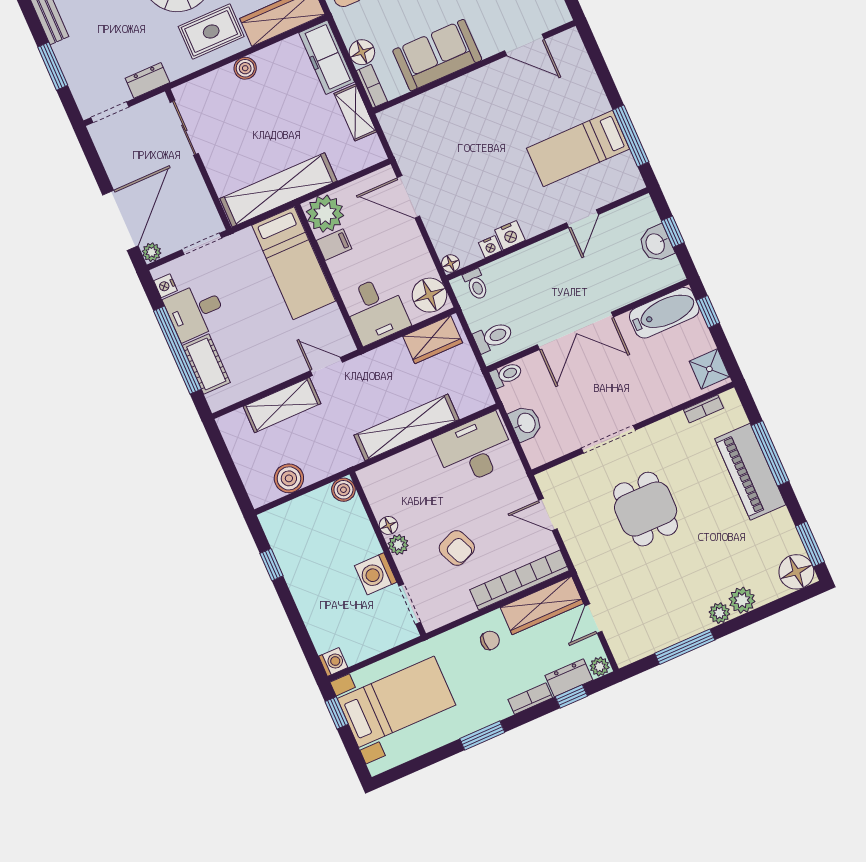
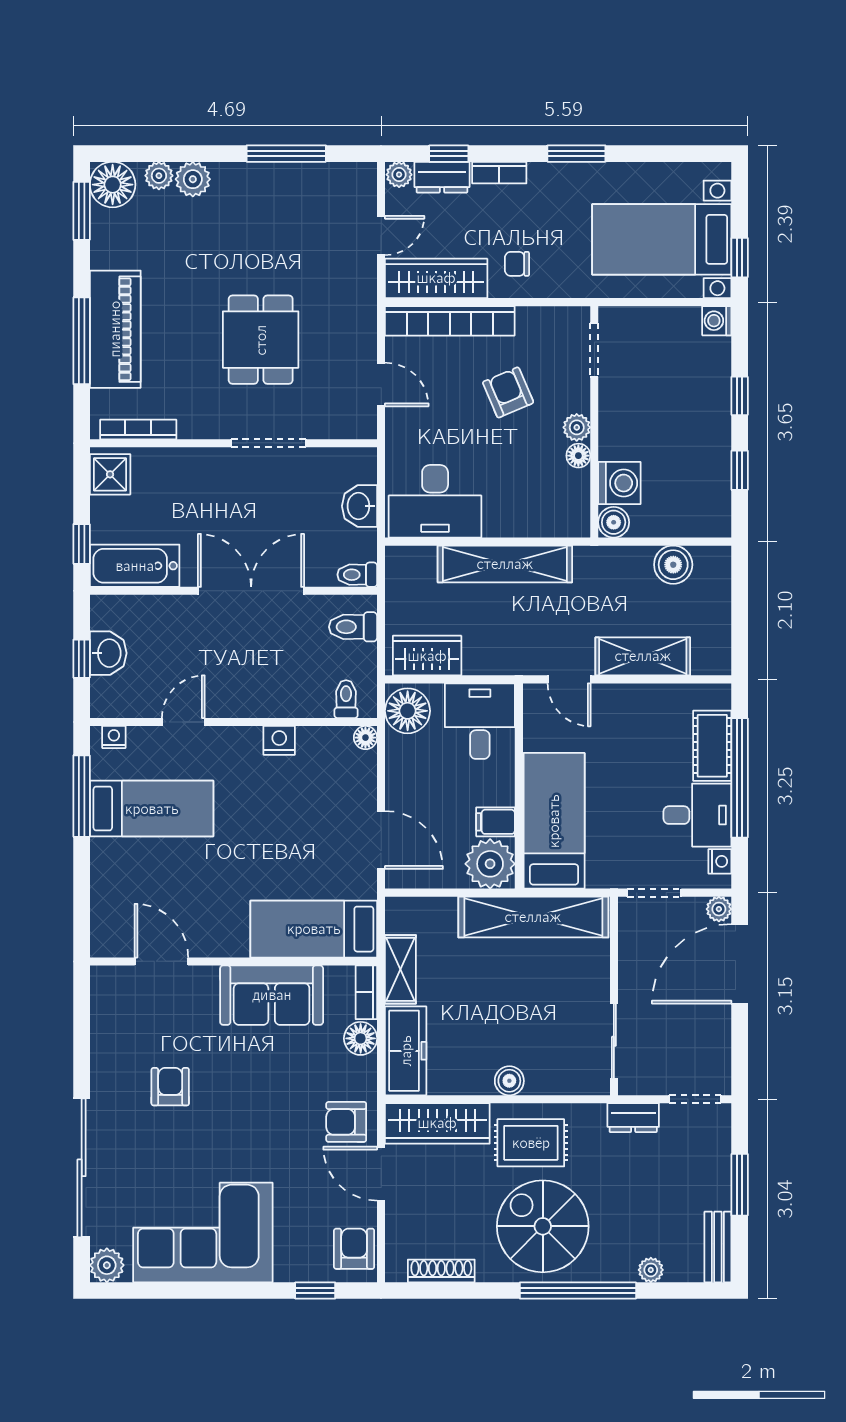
bed: (428, 114) -> (314, 929), added
nightstand: (490, 247) -> (114, 737), moved
bookcase: (703, 409) -> (138, 429), width x1.56
washing machine: (376, 574) -> (619, 483), moved
plant: (719, 613) -> (159, 176), moved
window: (294, 616) -> (740, 396), added

